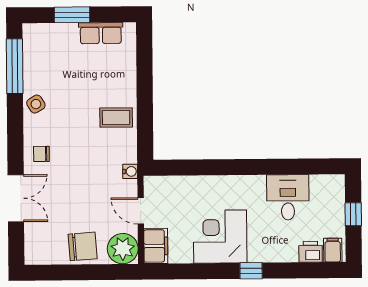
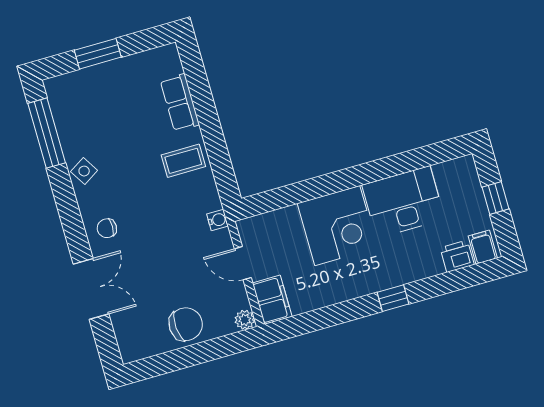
row of seats: (101, 33) -> (180, 103), moved, turned 90
desk: (288, 197) -> (403, 202), width x1.37
corner desk: (220, 237) -> (337, 226), moved, turned 180
plant: (123, 249) -> (245, 320), width x0.53, depth x0.53

